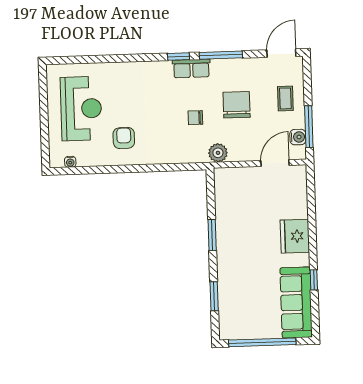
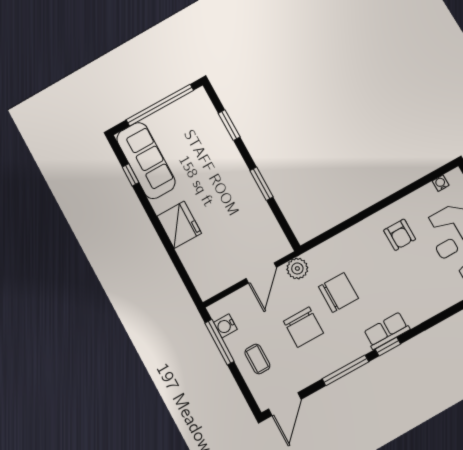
row of seats: (191, 68) -> (387, 331), moved
chair: (195, 118) -> (338, 292), width x1.87, depth x1.87
door: (275, 163) -> (261, 273), moved
window: (314, 280) -> (131, 175), moved

